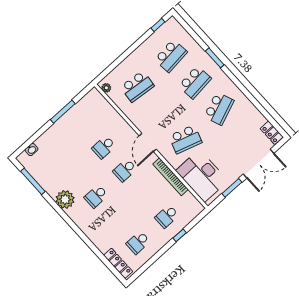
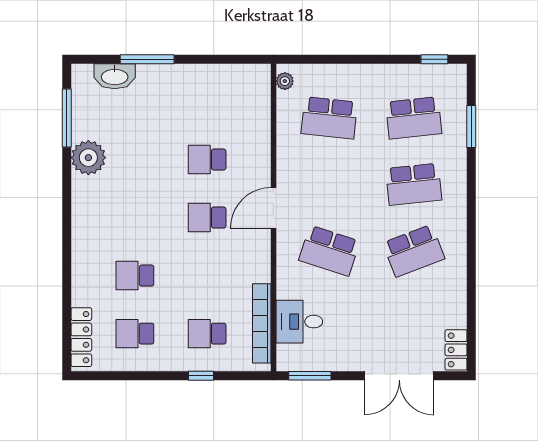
window: (215, 58) -> (471, 126), moved
window: (63, 112) -> (147, 59), moved
washbasin: (32, 150) -> (115, 76), width x1.91, depth x1.45
desk: (202, 176) -> (299, 322), width x0.53, depth x0.77
bookcase: (170, 177) -> (262, 323), moved
window: (232, 188) -> (310, 376), moved
school desk: (96, 196) -> (135, 276), moved
plant: (65, 199) -> (88, 158), moved

